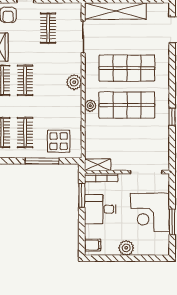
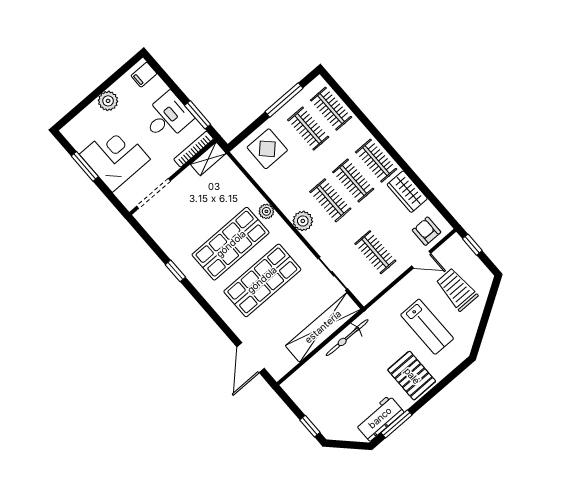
clothes rail: (48, 80) -> (330, 200), added
window: (42, 161) -> (284, 100), moved

